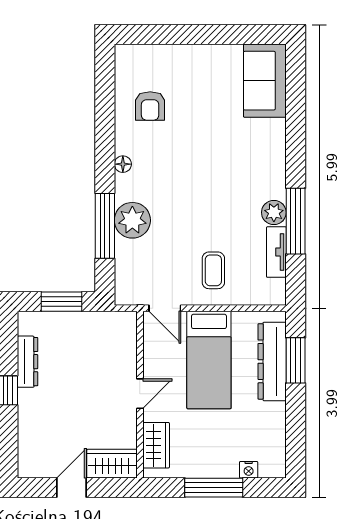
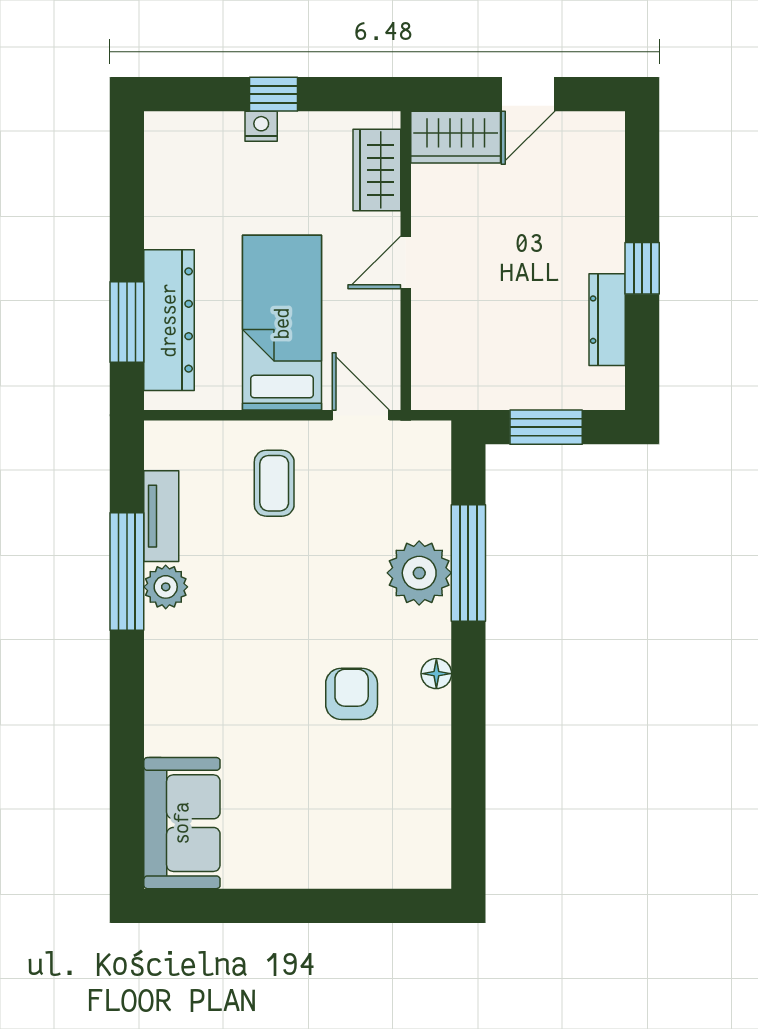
armchair: (150, 106) -> (352, 694), moved
nightstand: (249, 470) -> (261, 126), moved
window: (214, 488) -> (274, 94), width x0.46

